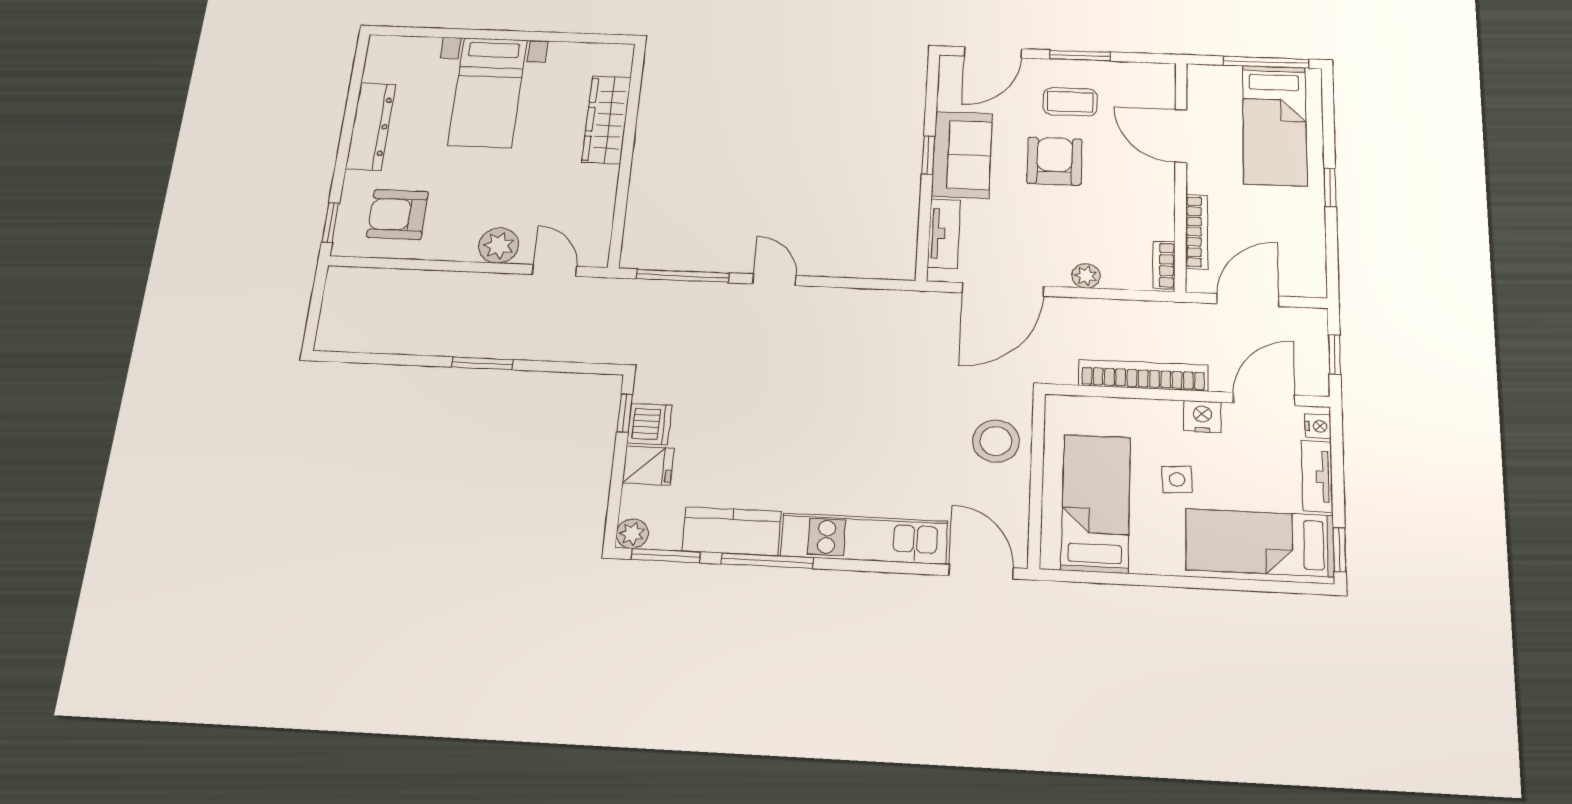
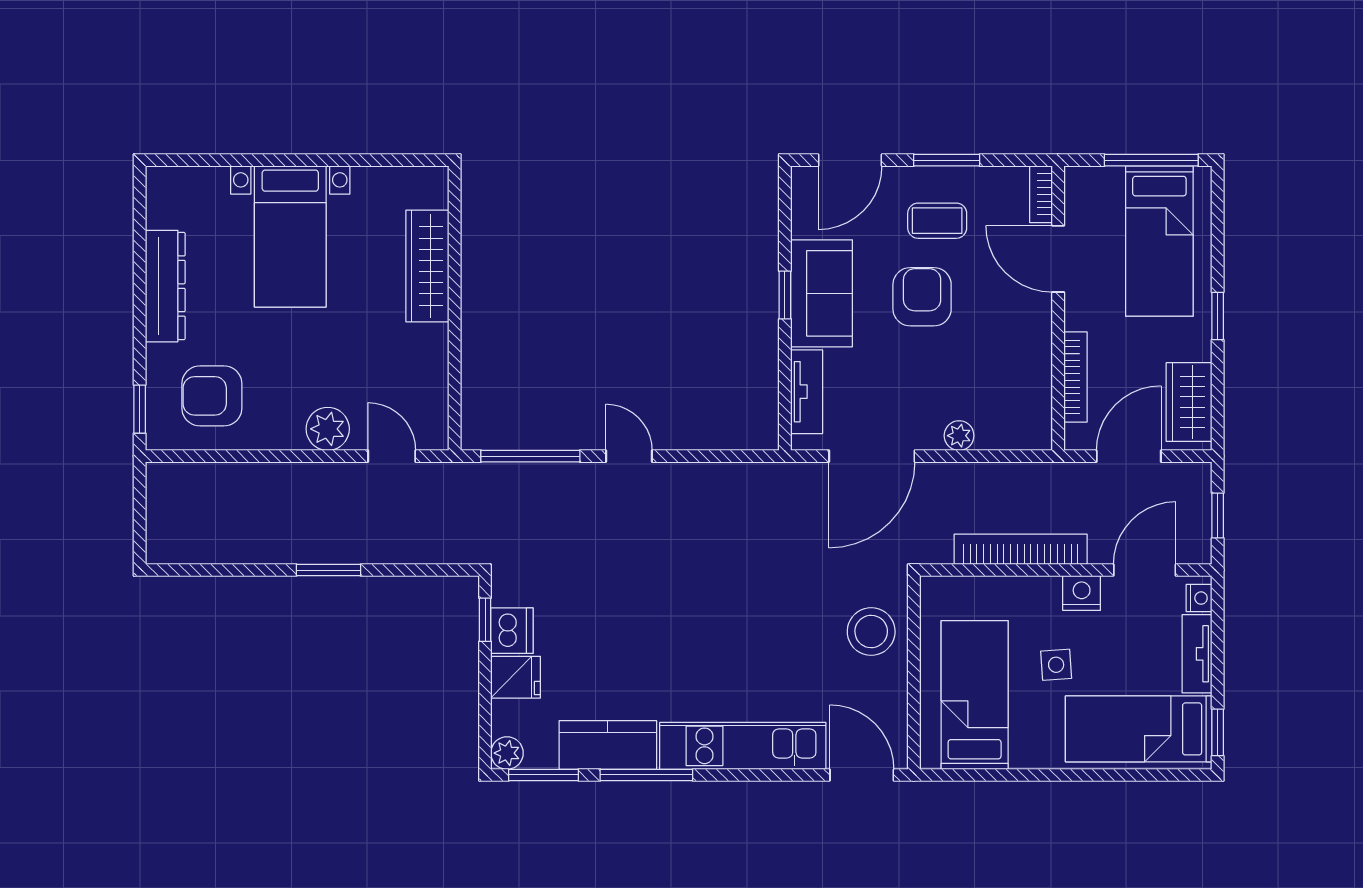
wardrobe: (1305, 257) -> (1189, 402), added
bookcase: (1164, 265) -> (1041, 194), moved

